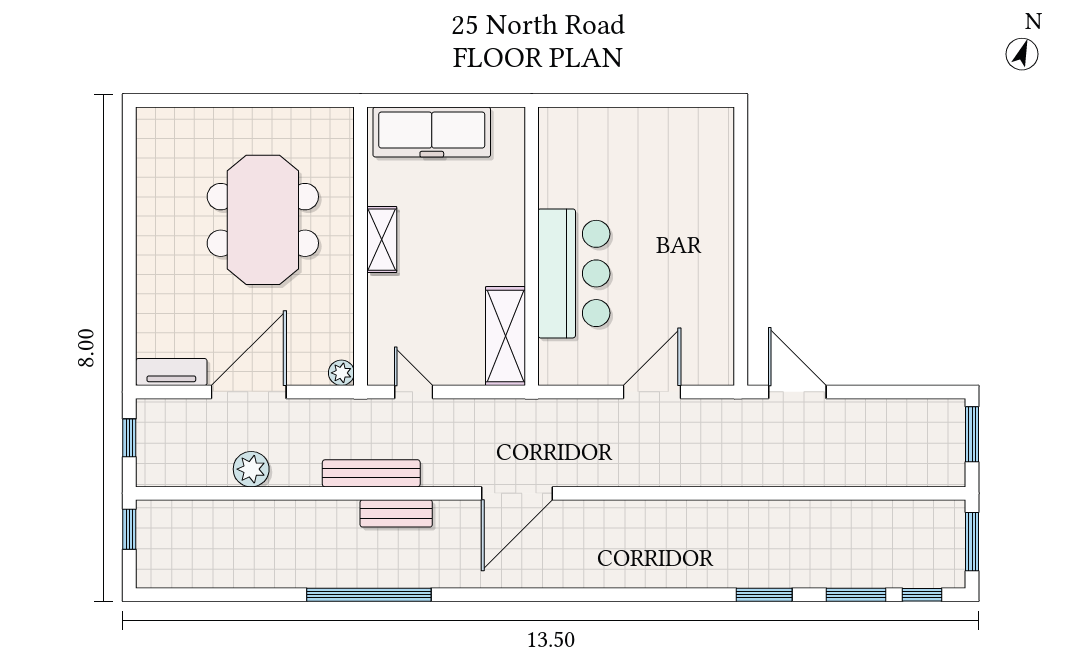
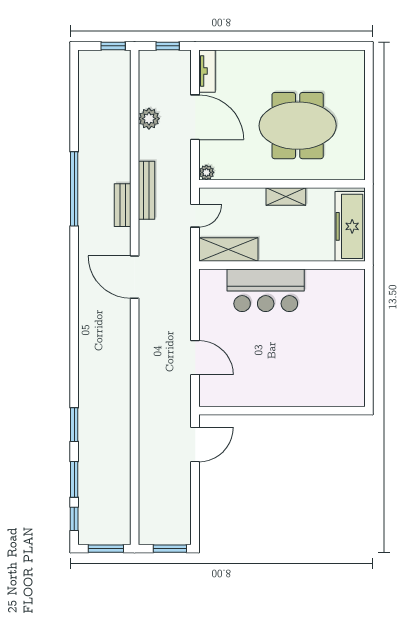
wall: (532, 246) -> (282, 265), moved
bar counter: (574, 273) -> (266, 290), moved
shelving: (505, 336) -> (228, 250), moved

